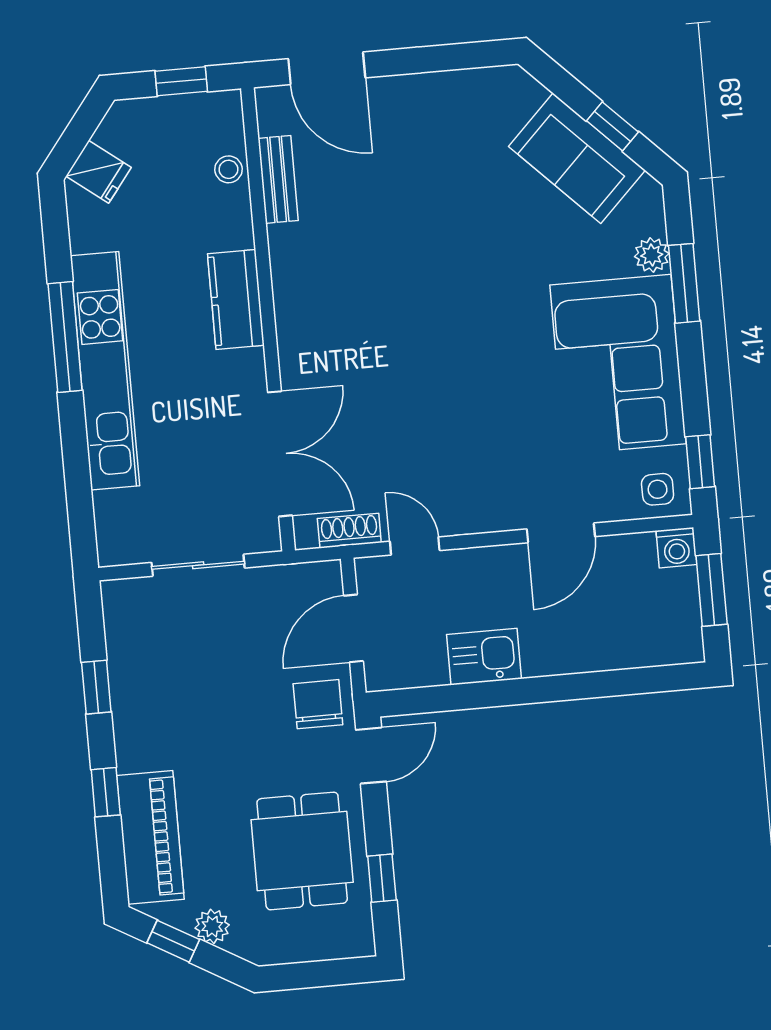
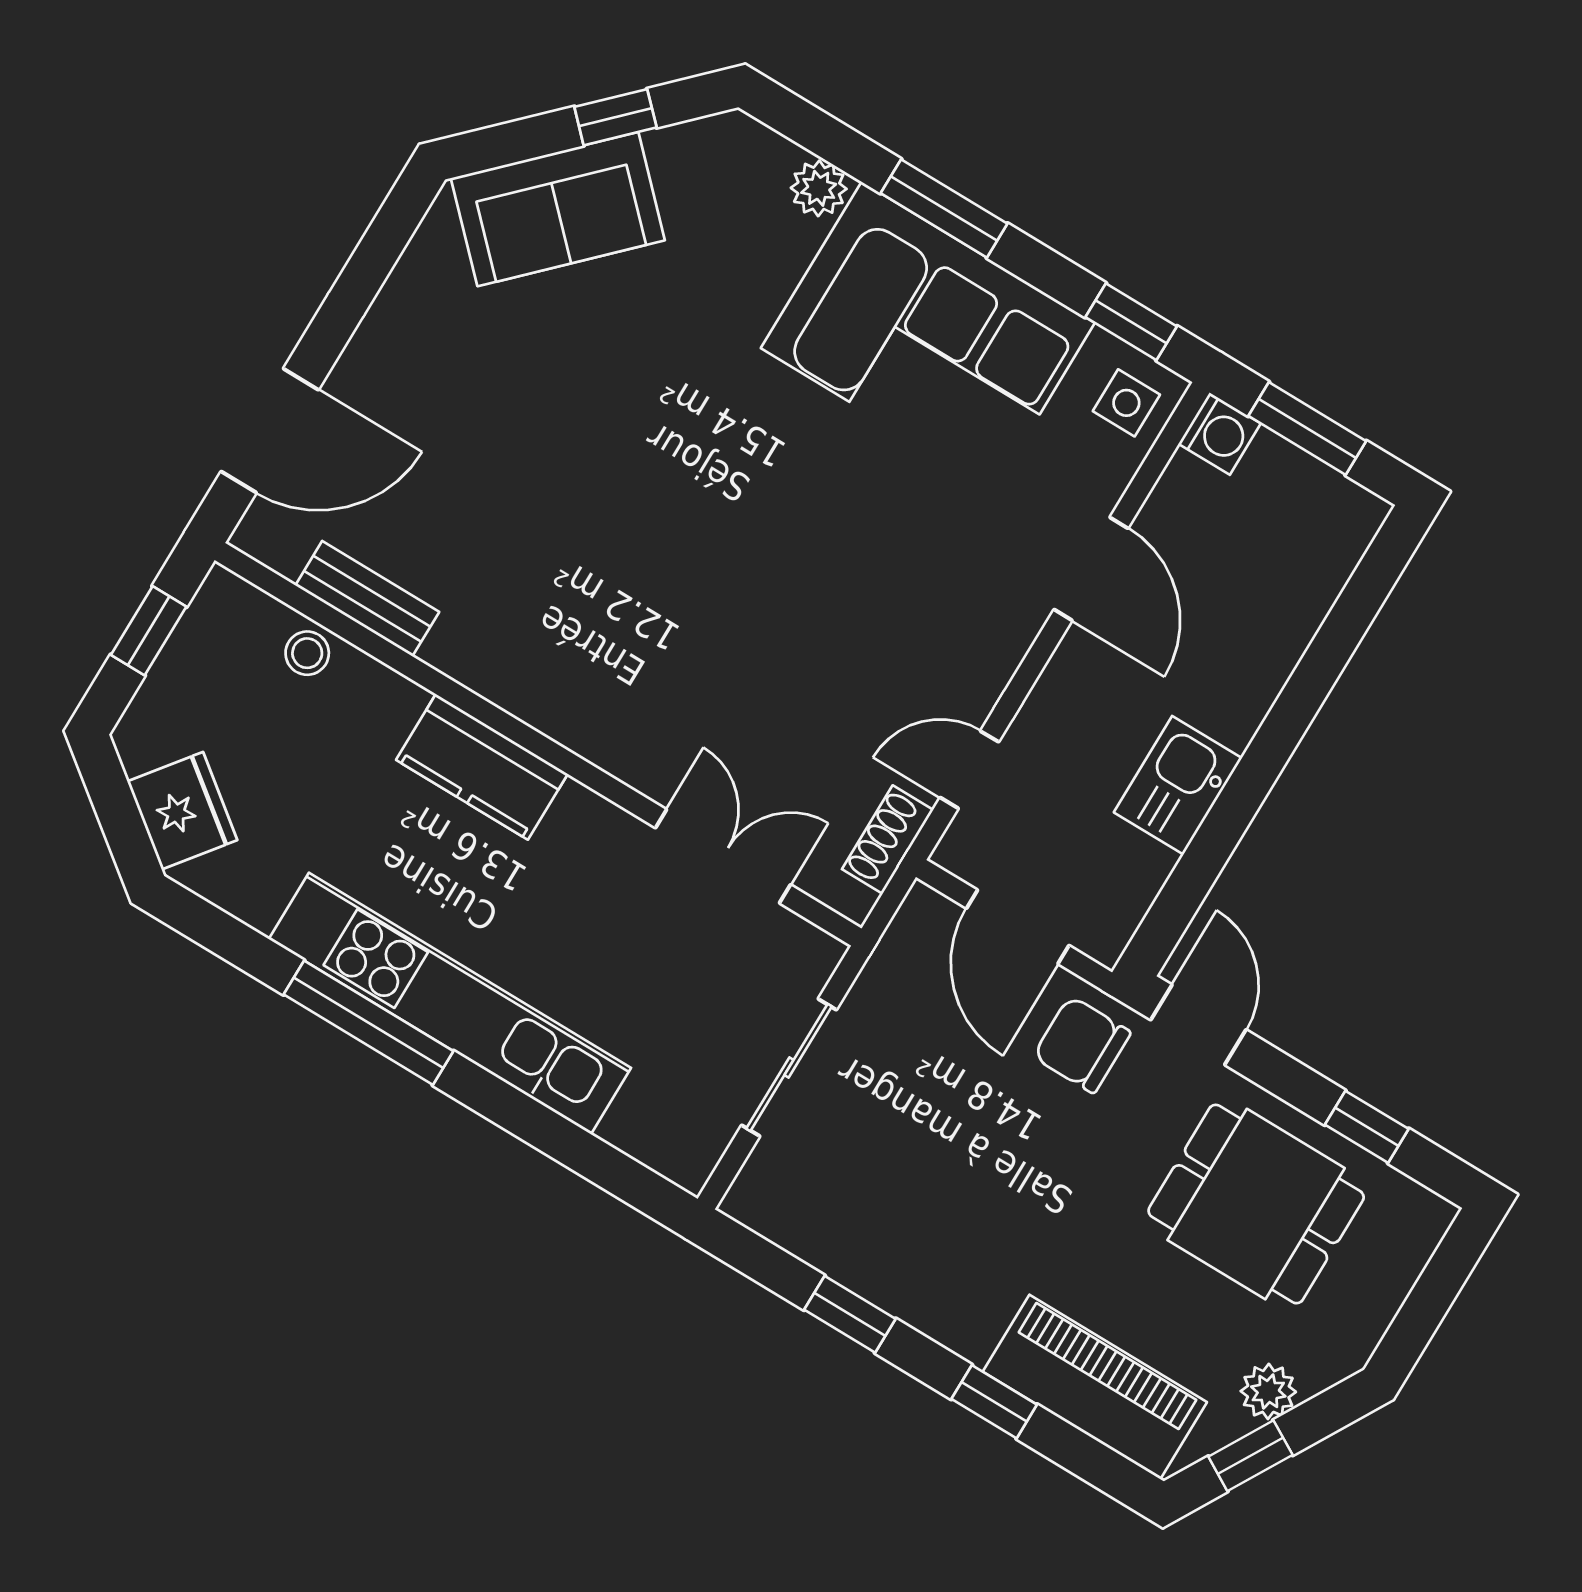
sofa: (577, 158) -> (558, 209), moved
fridge: (99, 172) -> (182, 811), width x1.38
window: (684, 283) -> (944, 208), moved
double door: (280, 454) -> (723, 856), width x0.73

